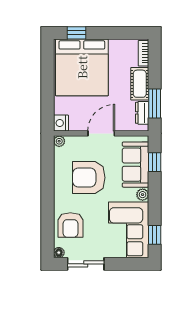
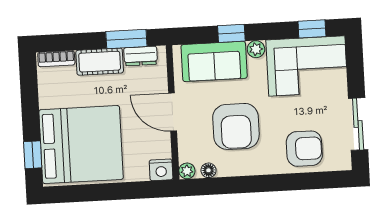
window: (155, 162) -> (231, 33), moved
floor lamp: (59, 253) -> (208, 170), moved

